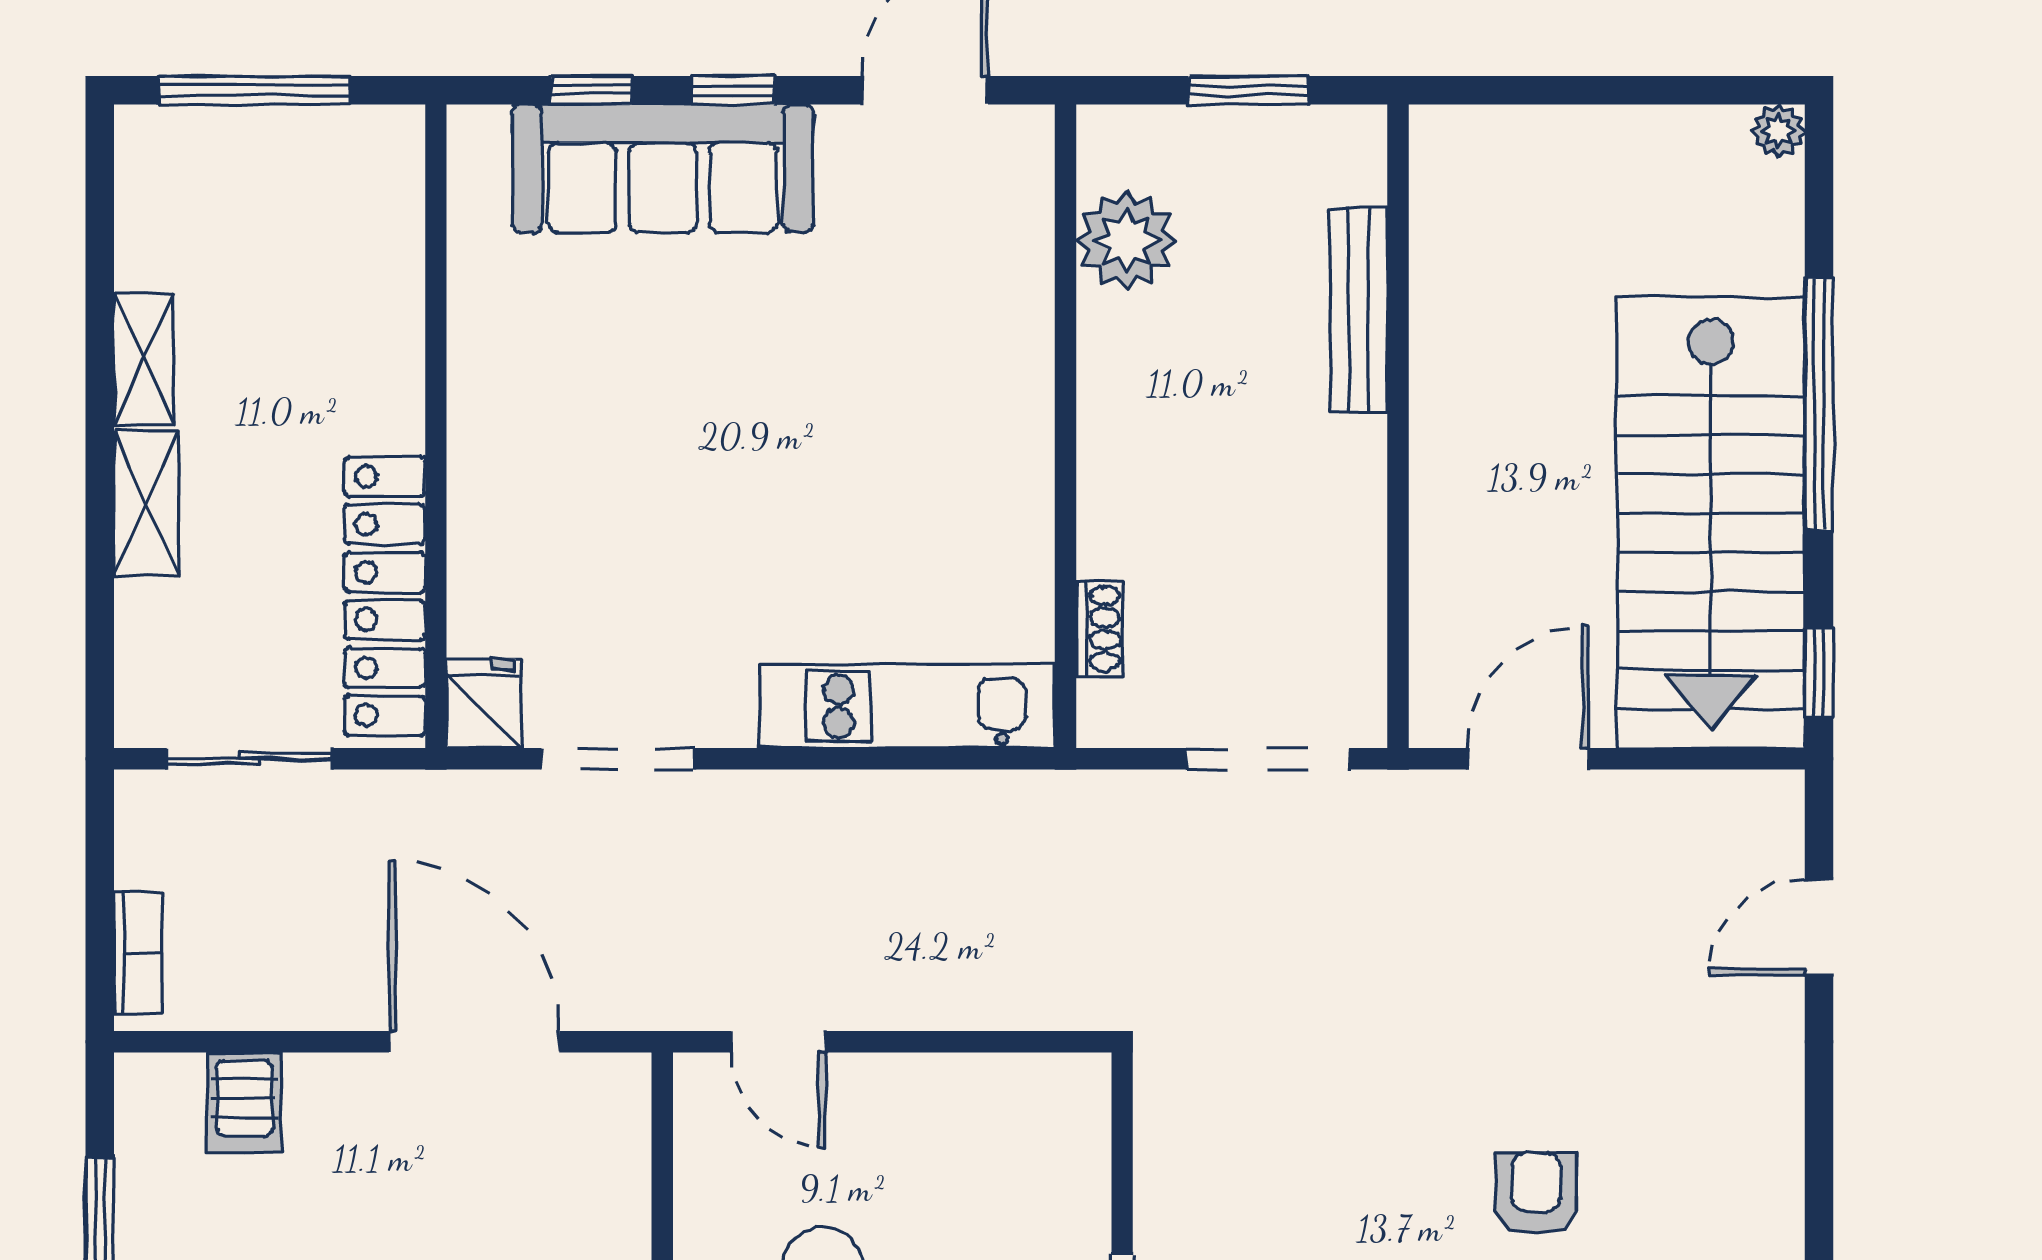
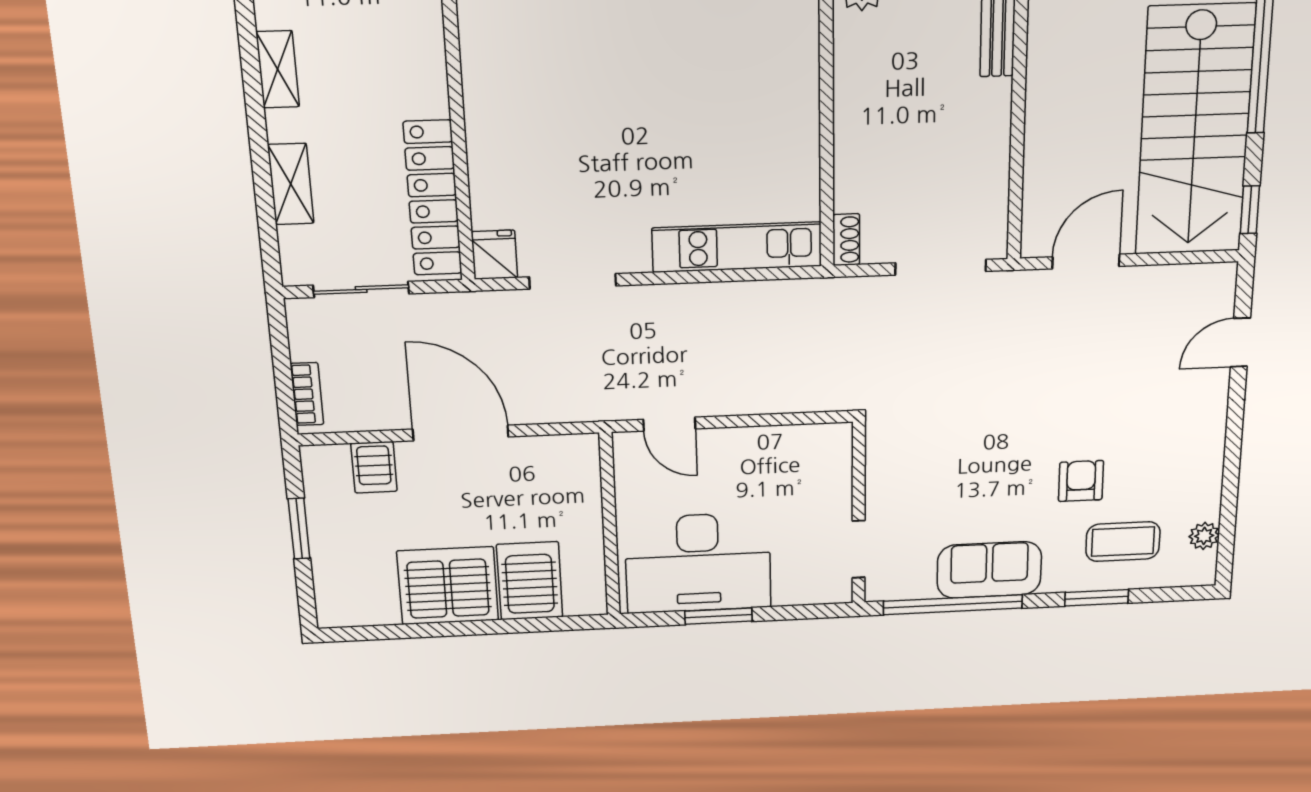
shelving: (146, 503) -> (291, 184), moved
shoe rack: (1099, 629) -> (846, 240), moved
door: (474, 1042) -> (461, 433), moved

